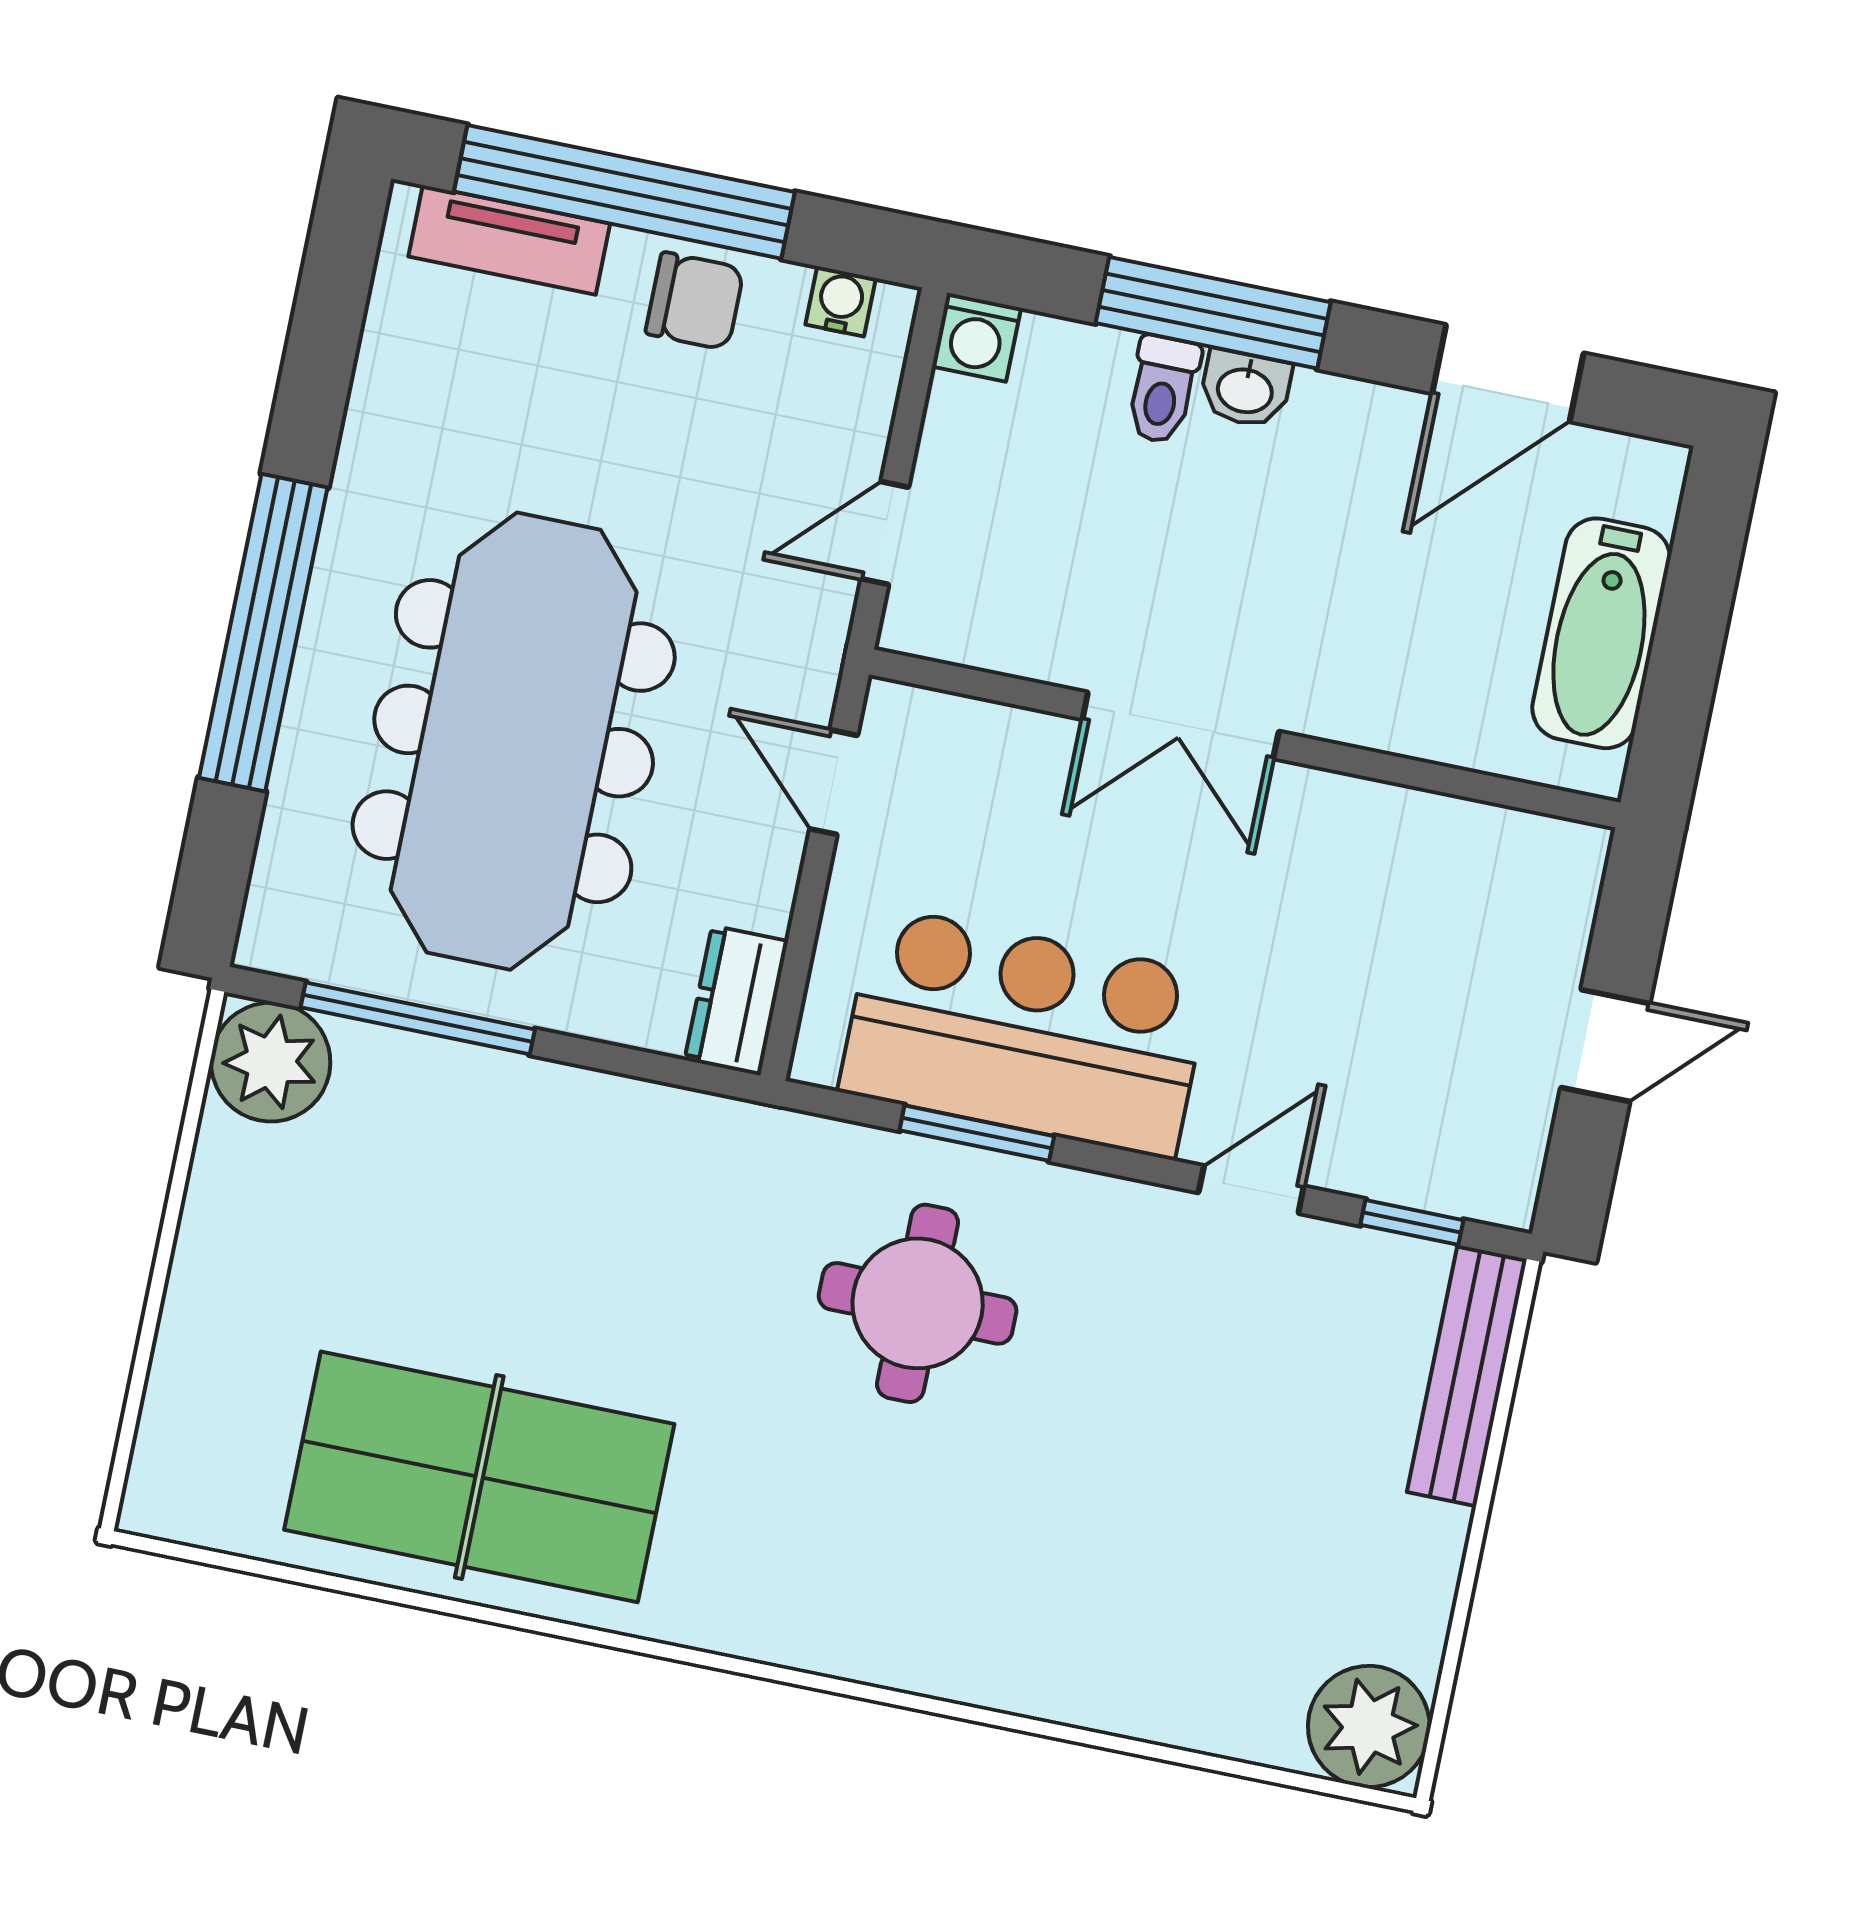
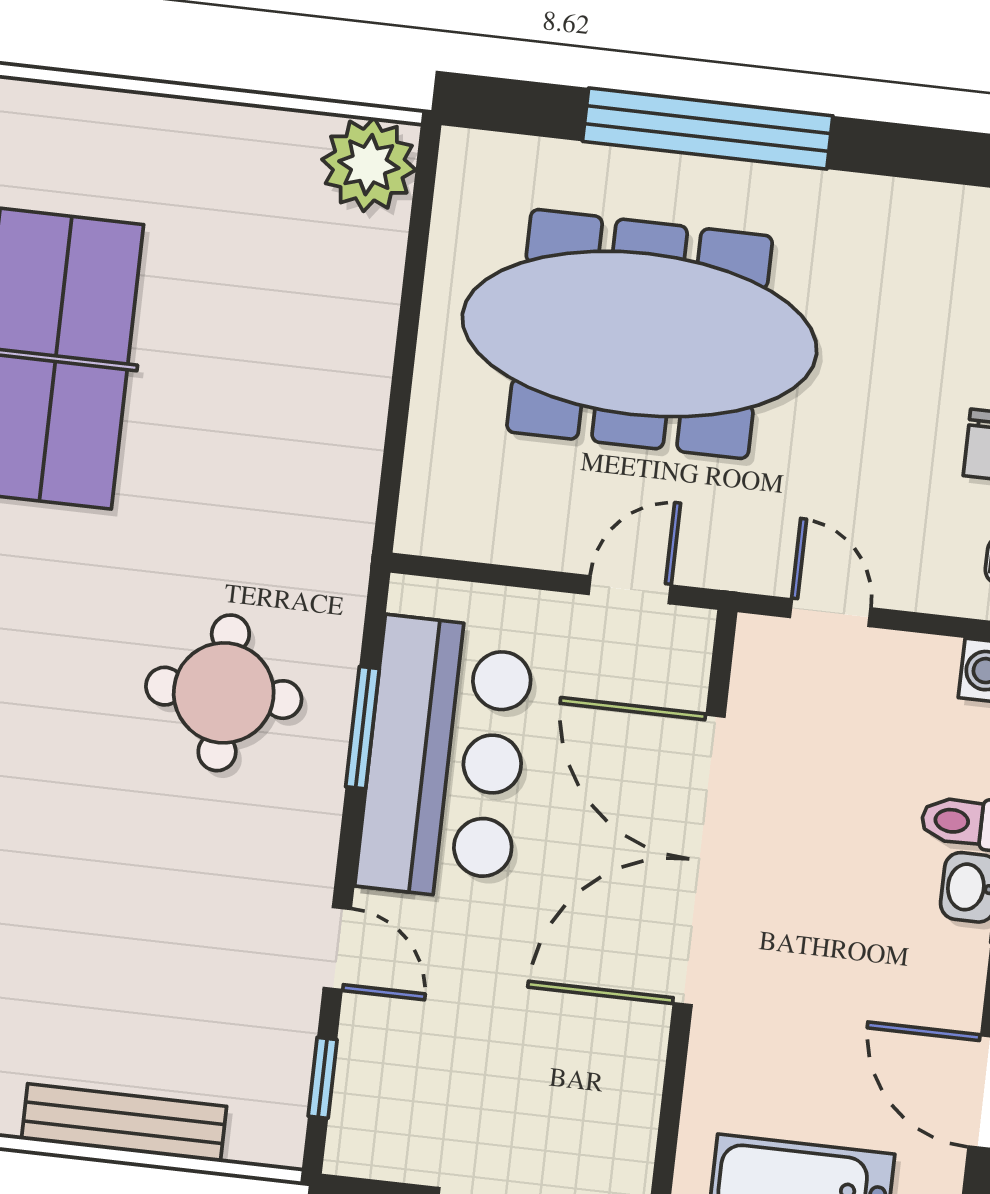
double door: (1181, 725) -> (699, 860), width x1.87
dresser: (736, 1000) -> (450, 528), removed
window: (418, 1018) -> (414, 278), removed
bench: (1467, 1376) -> (124, 1123), moved

